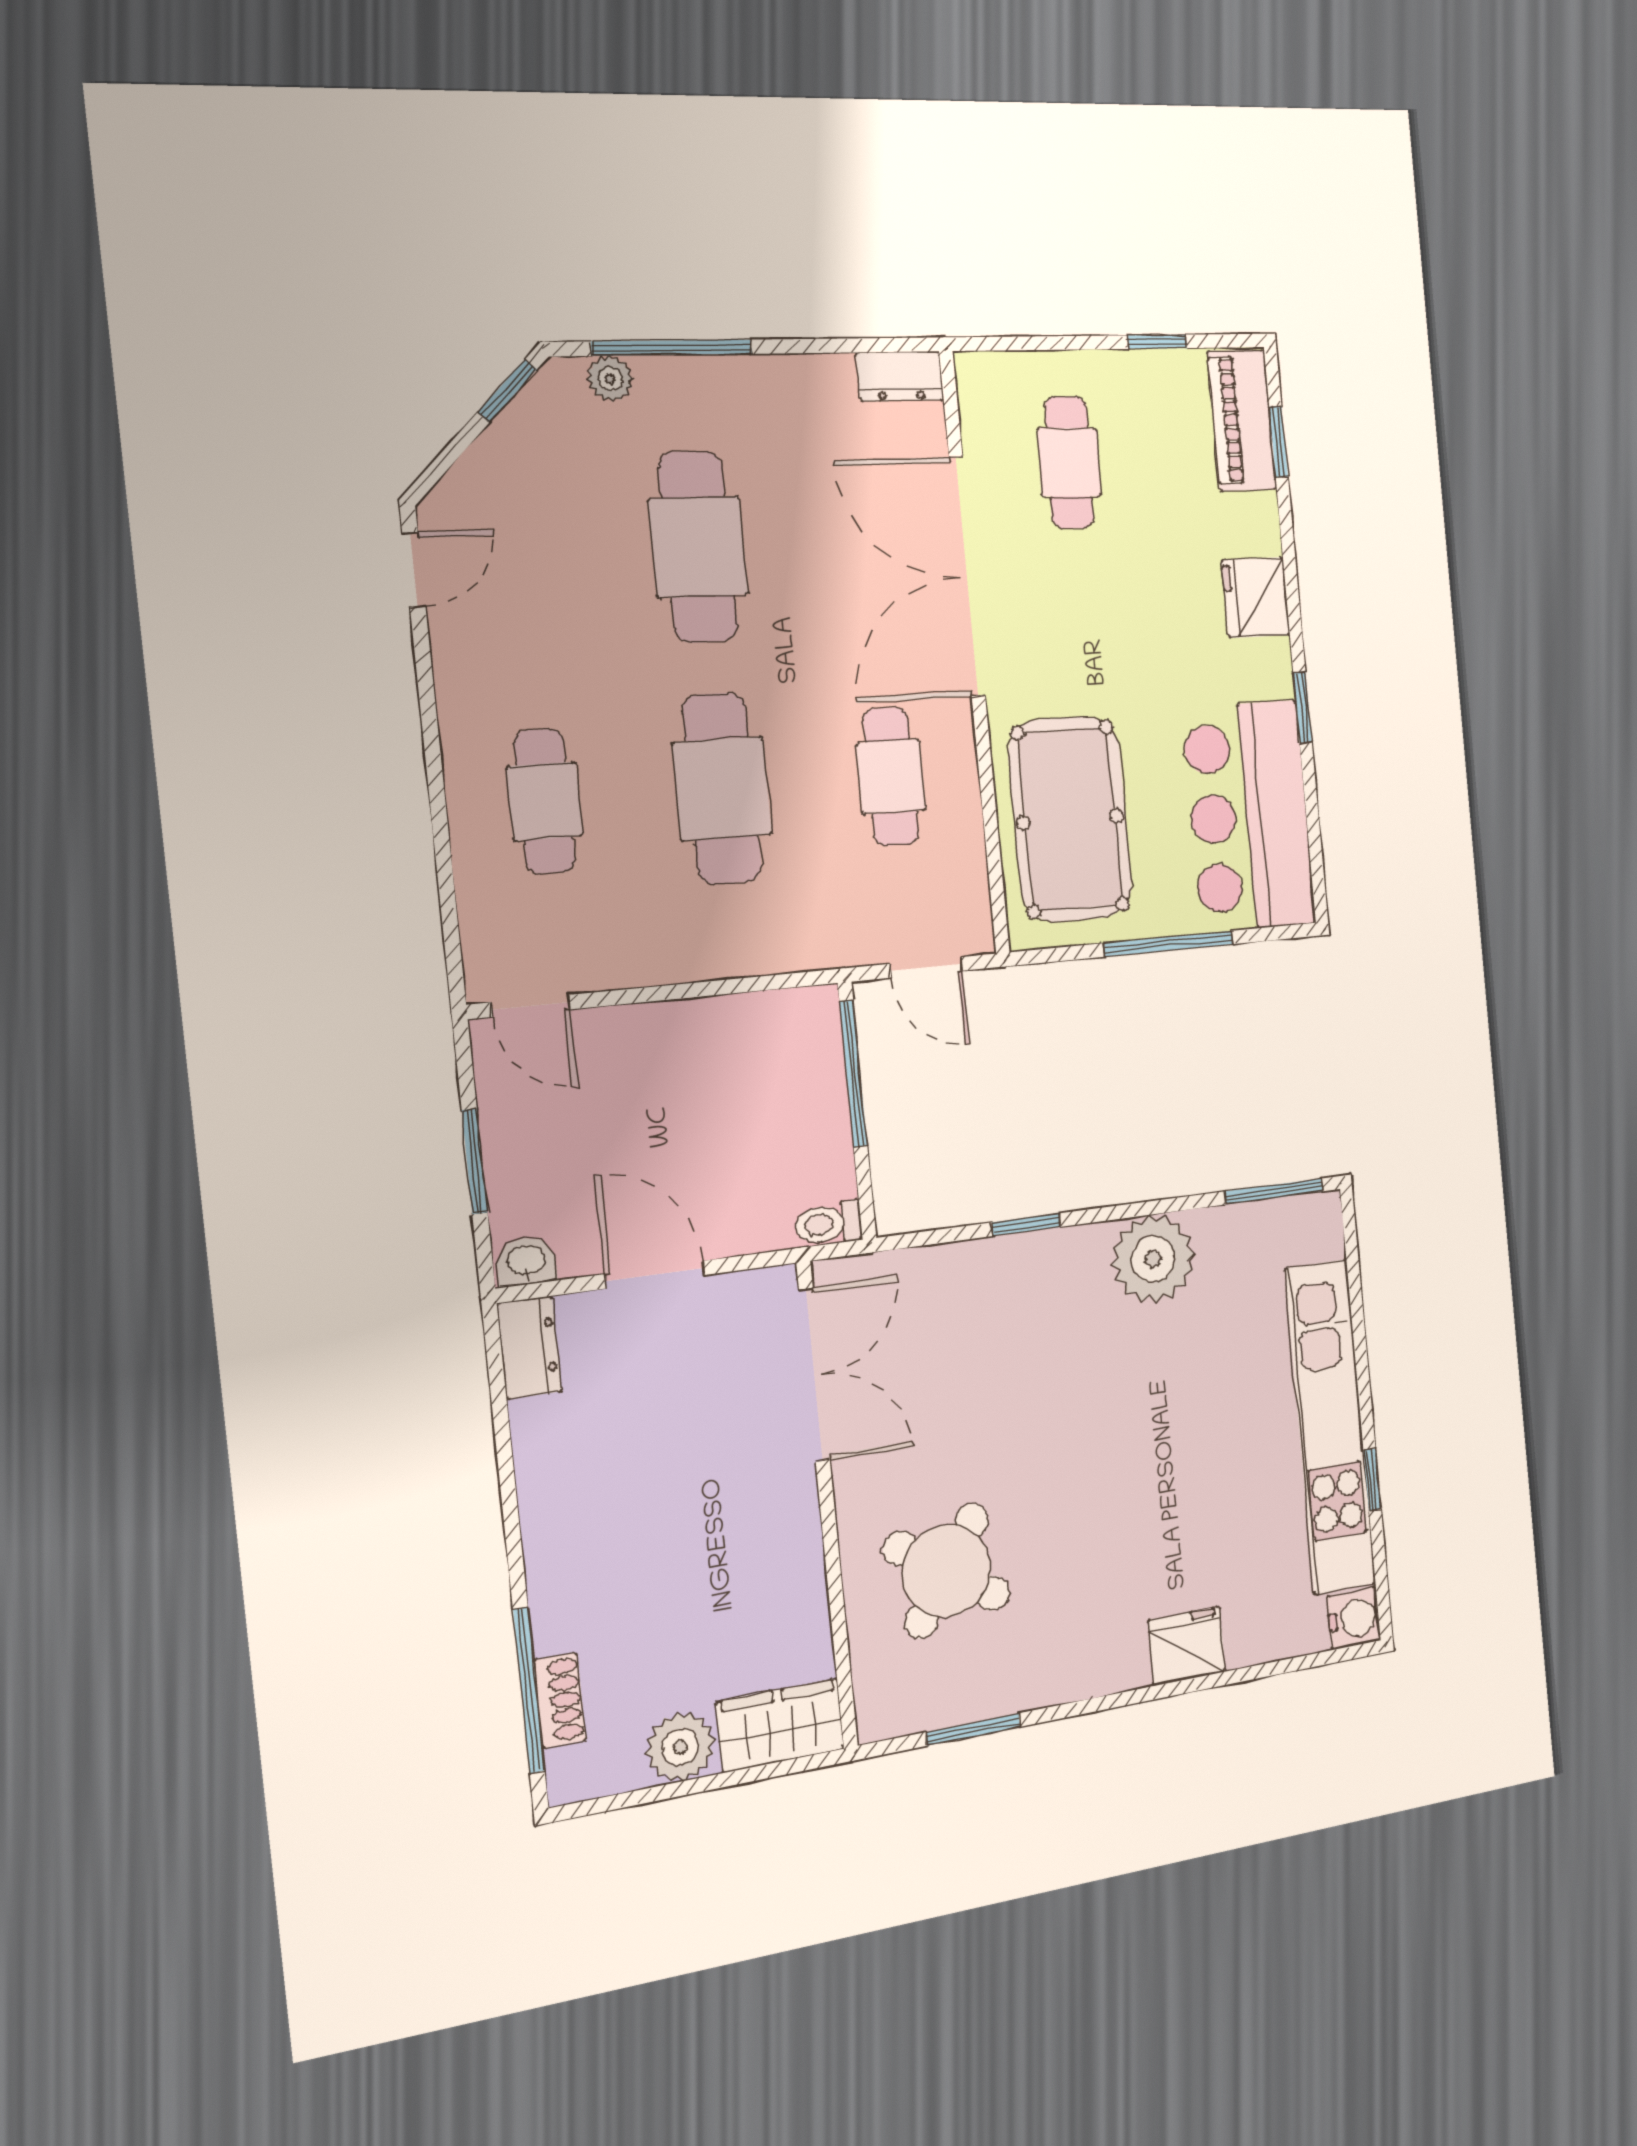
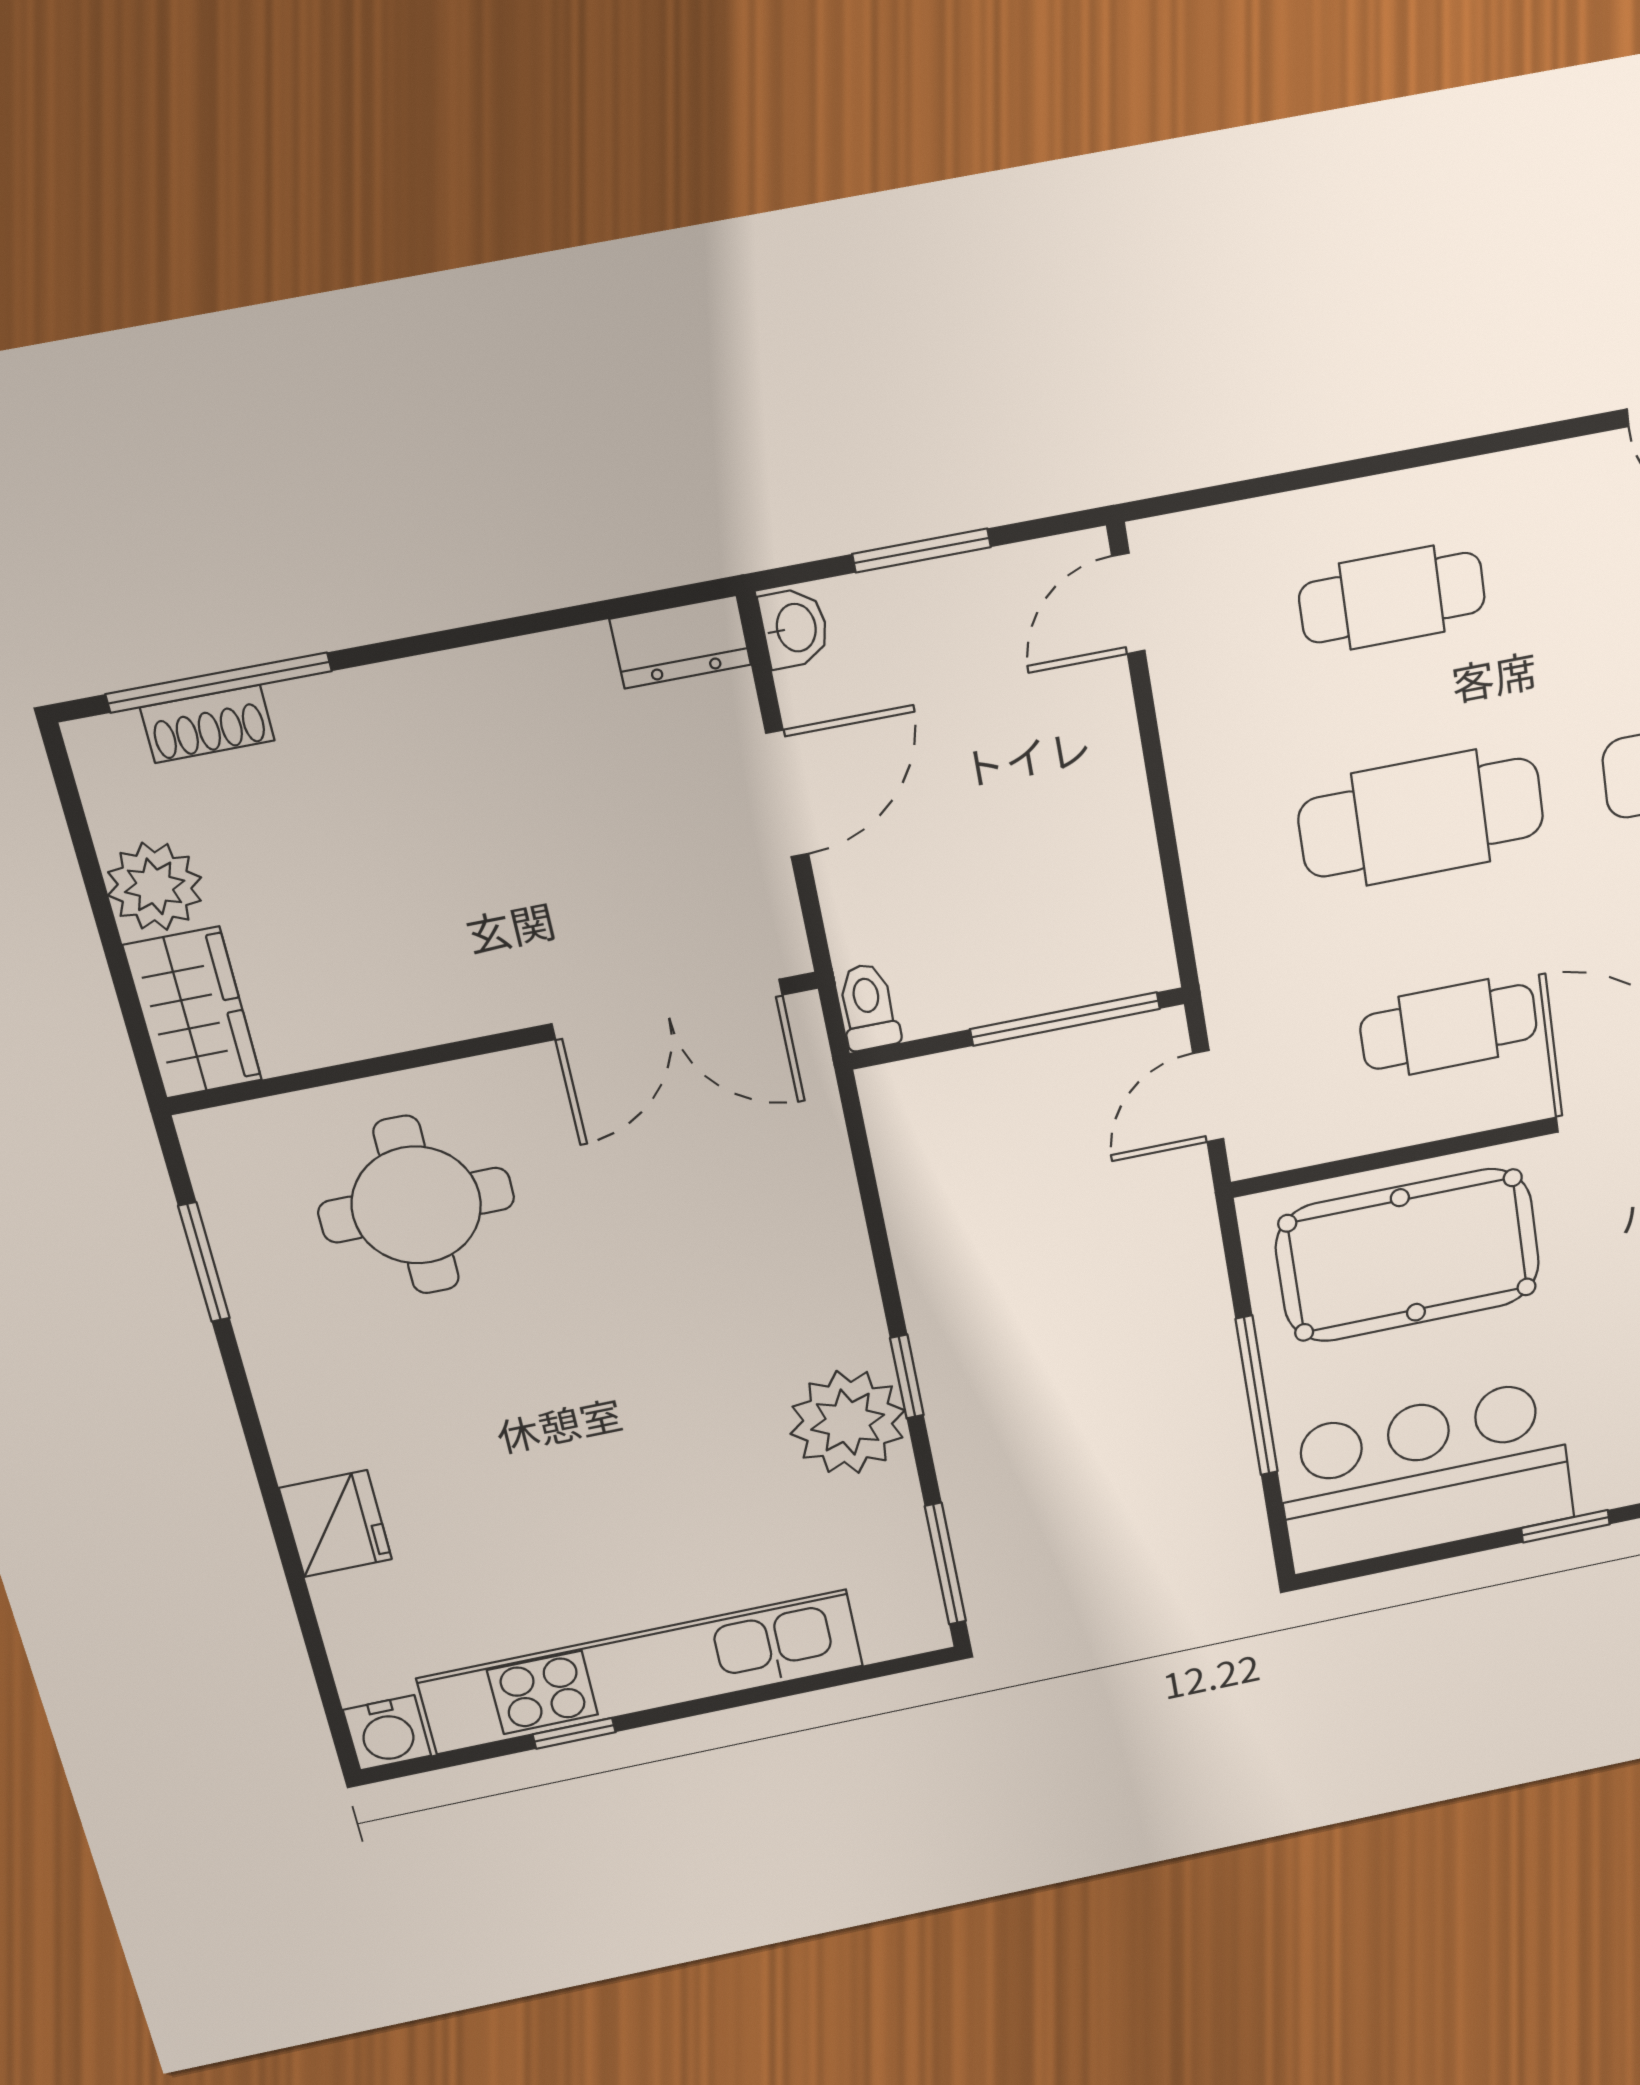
window: (1026, 1225) -> (907, 1377), moved
round table: (946, 1571) -> (416, 1205), turned -34

